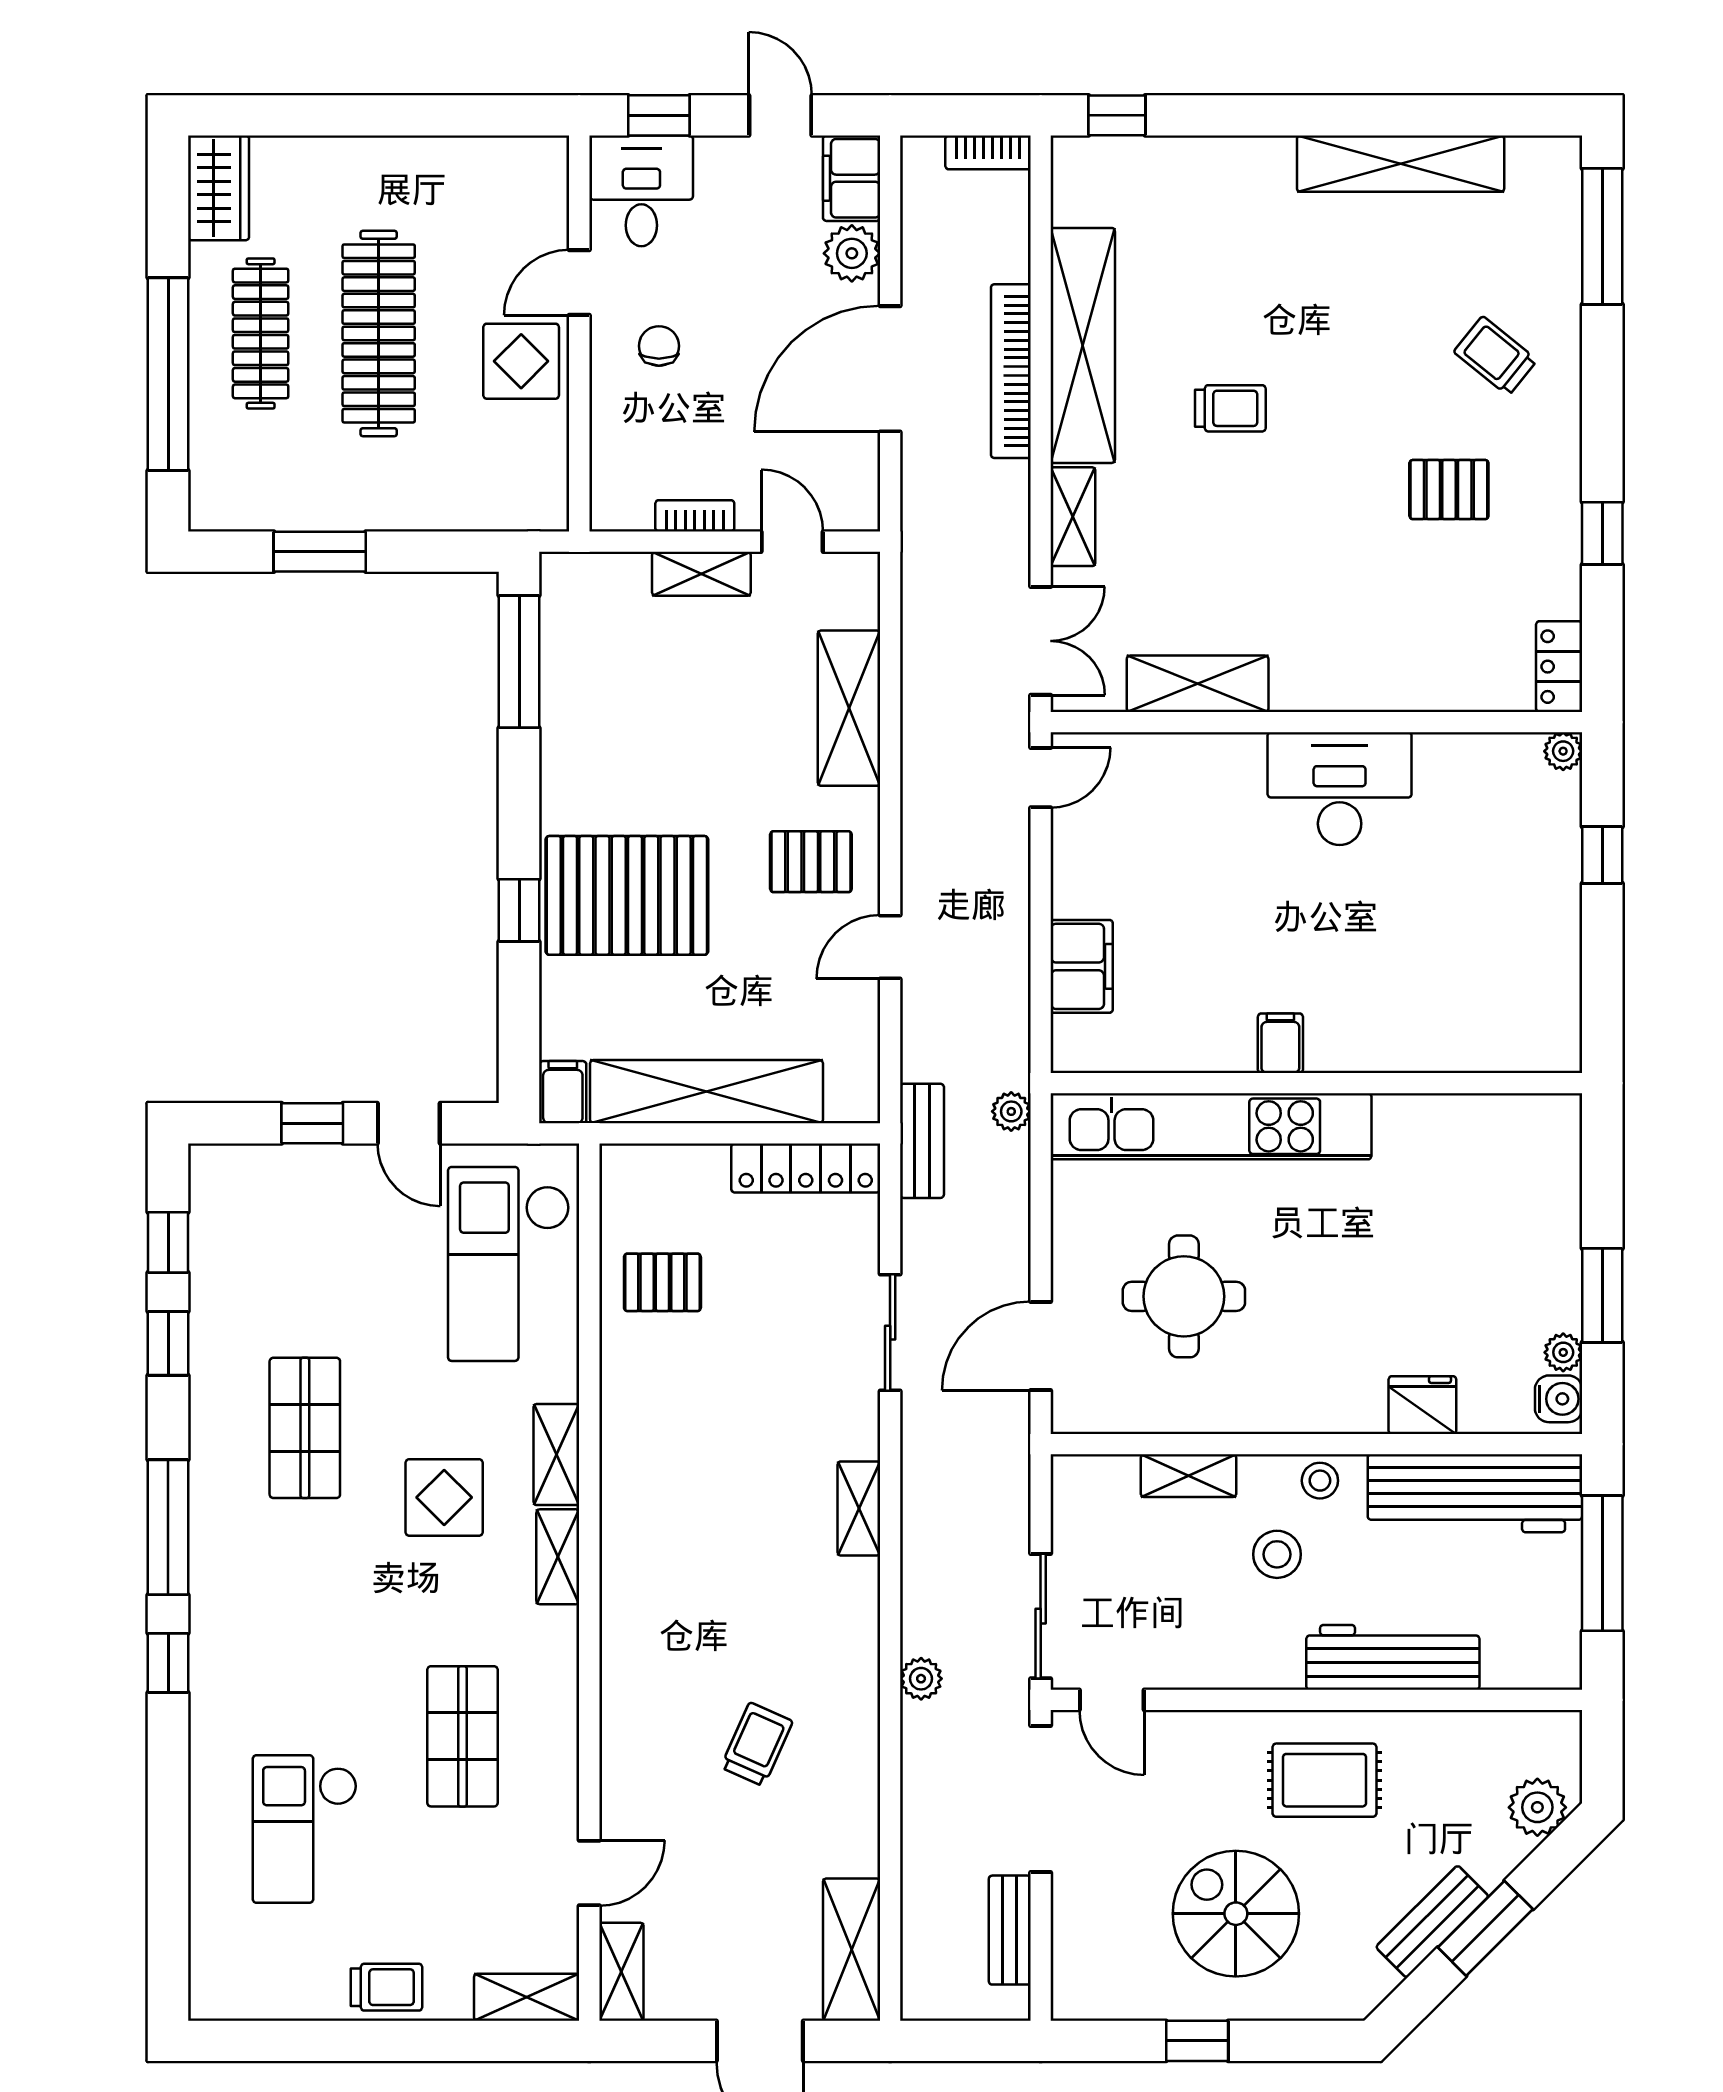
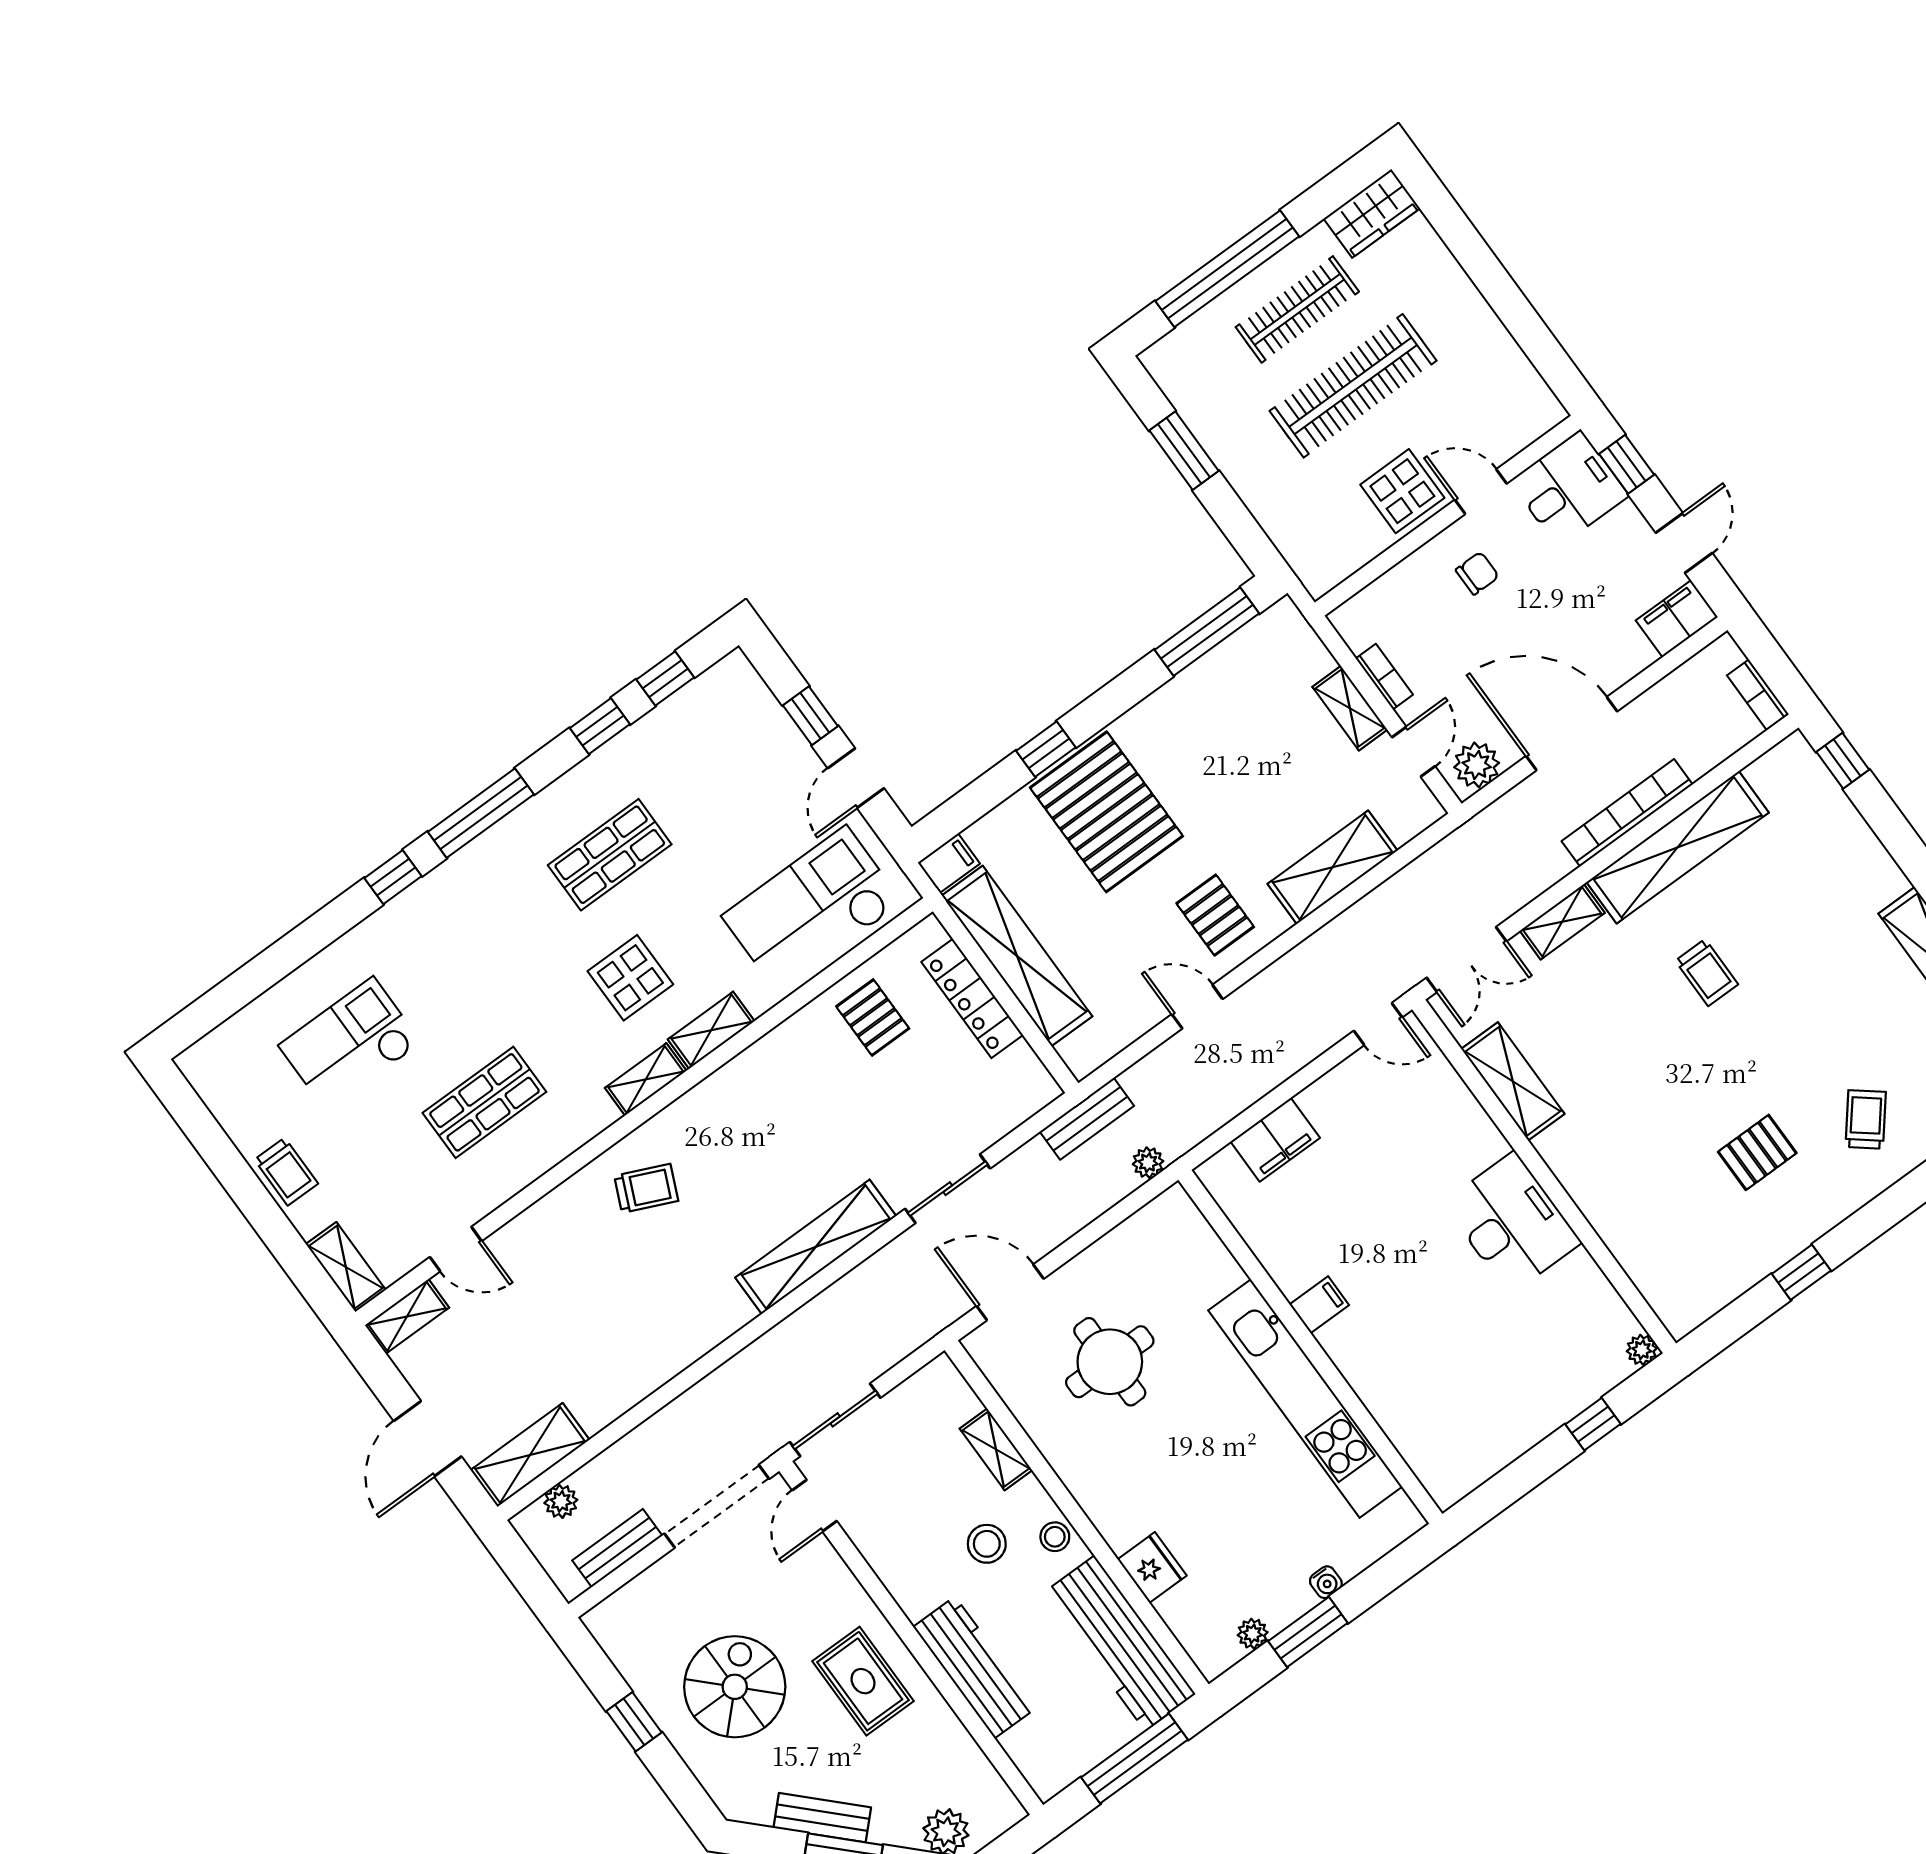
plant: (852, 253) -> (1477, 765), moved
pallet: (1449, 490) -> (1757, 1152), turned 90
locker: (1559, 667) -> (1695, 1307), removed
kitchen unit: (1211, 1126) -> (1305, 1398), moved
locker: (806, 1168) -> (972, 998), moved
water cooler: (1559, 1399) -> (1326, 1582), moved, width x0.72, depth x0.72
shelving: (859, 1508) -> (816, 1247), width x2.20, depth x1.33
plant: (921, 1679) -> (561, 1501), moved
trolley: (757, 1744) -> (646, 1188), moved

